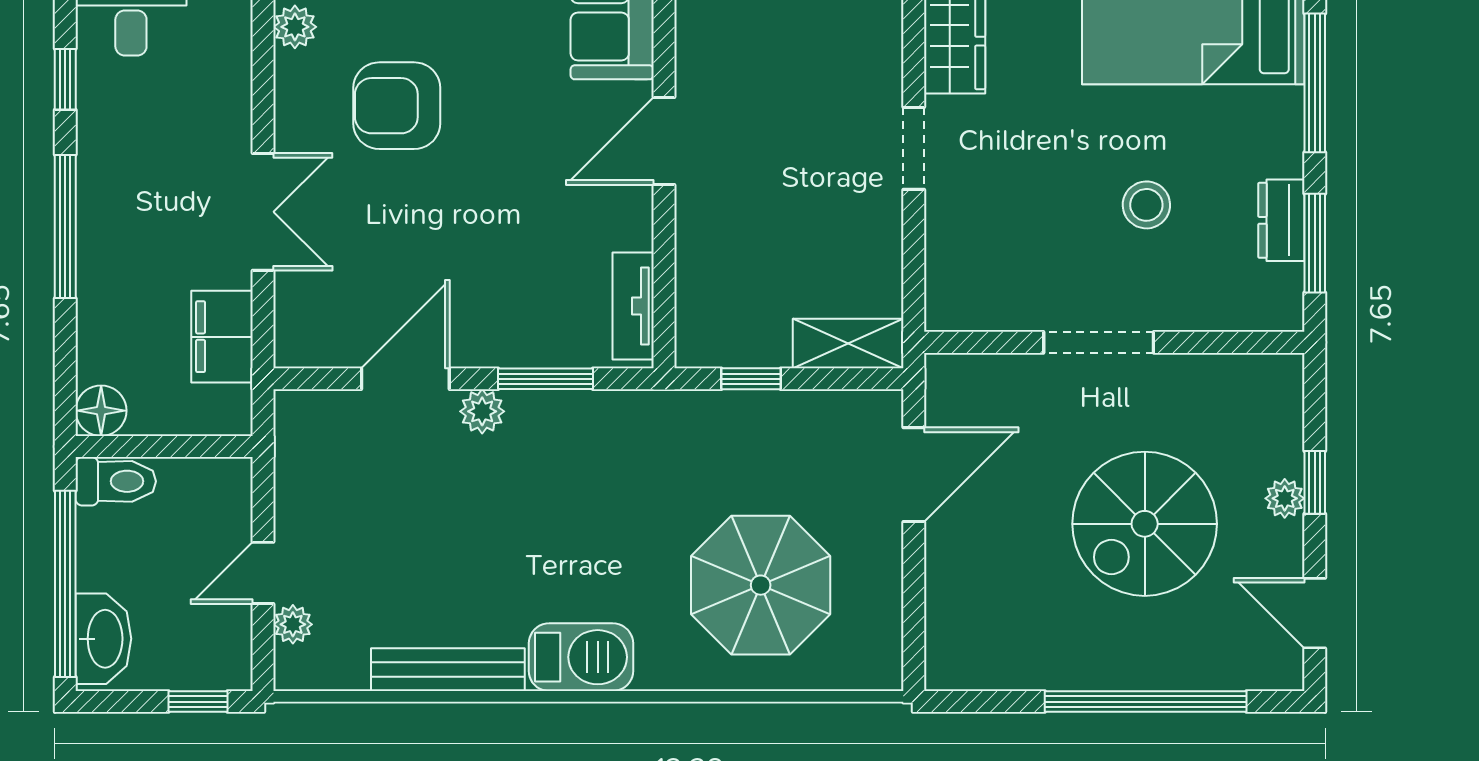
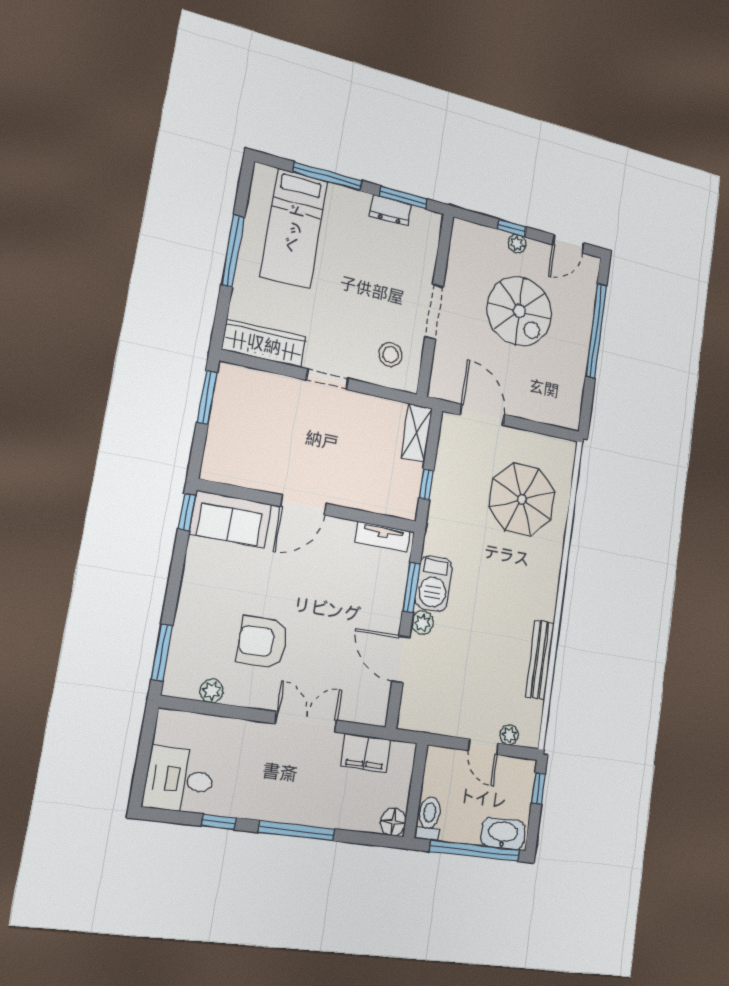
armchair: (397, 106) -> (263, 642), turned 90
door: (664, 141) -> (303, 505), hinge flipped
stool: (1146, 205) -> (390, 355), moved
barbecue: (581, 657) -> (434, 584), moved, turned 180

